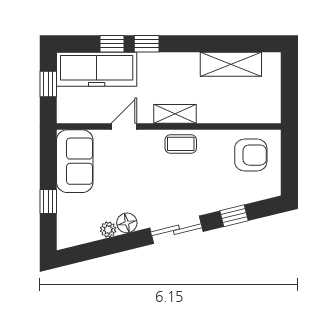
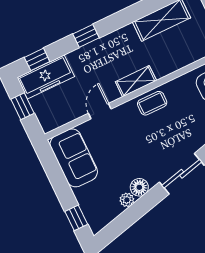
window: (112, 44) -> (37, 59), moved
freezer: (97, 69) -> (46, 77), width x0.73, depth x0.79
window: (48, 202) -> (76, 218), moved

